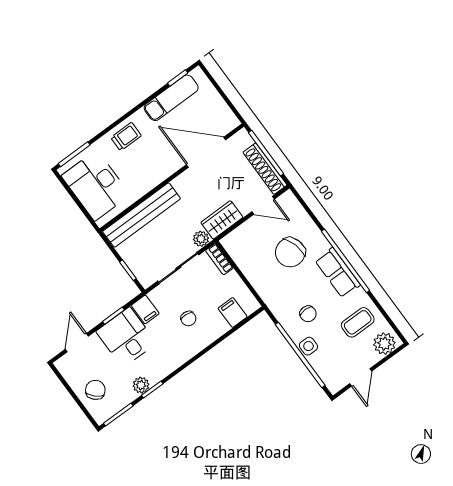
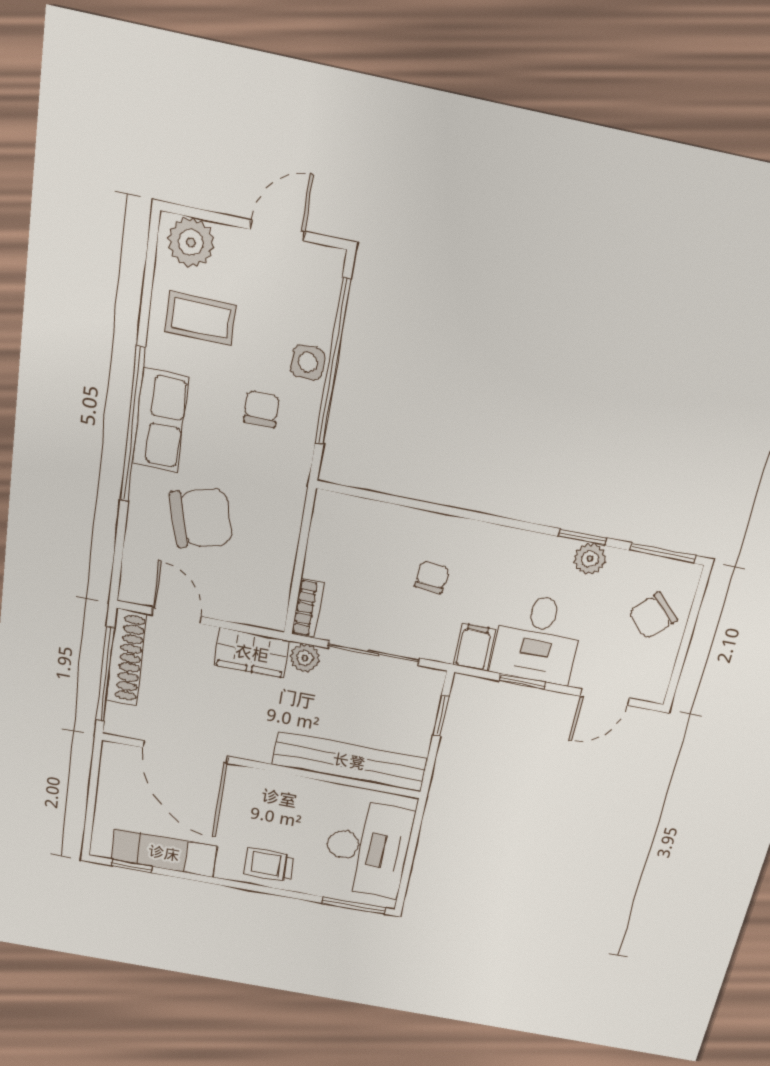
filing cabinet: (233, 312) -> (365, 522), removed

